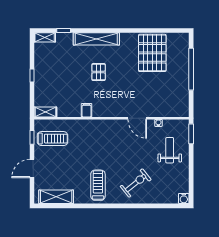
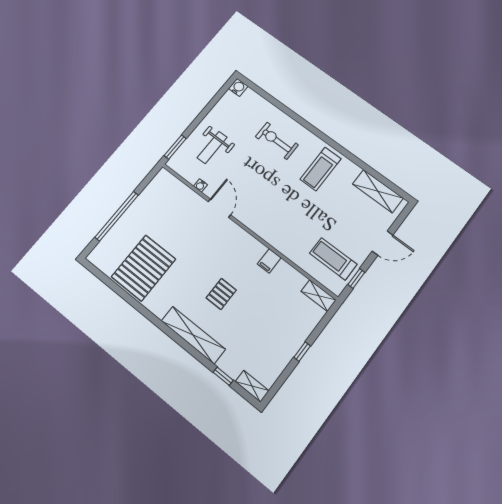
exercise bike: (136, 183) -> (277, 141), turned 39

